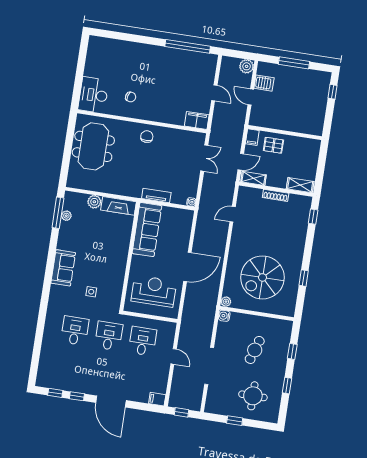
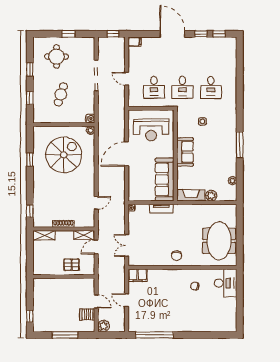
filing cabinet: (252, 137) -> (90, 269), removed
window: (58, 213) -> (240, 145), moved
sofa: (63, 268) -> (185, 152), moved, turned 180

